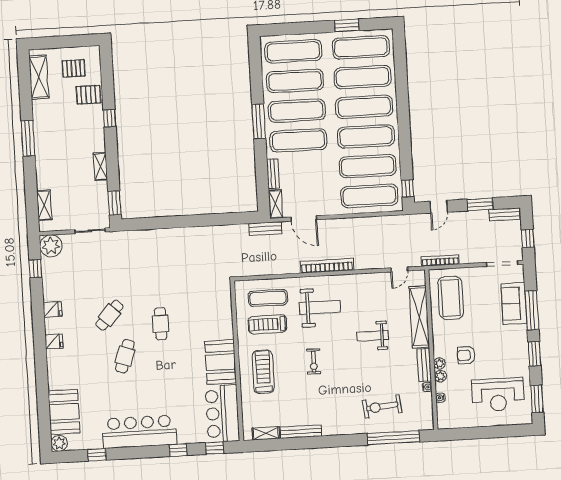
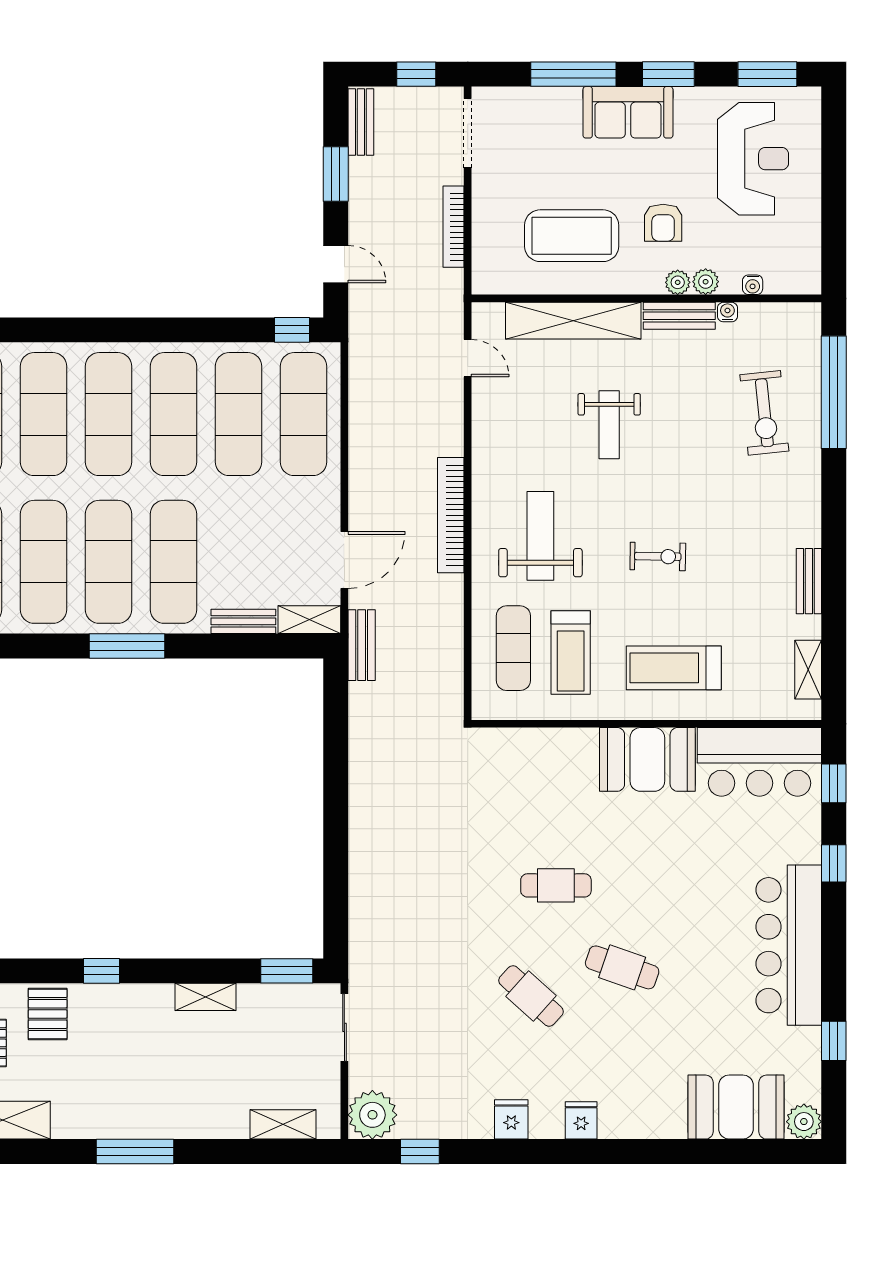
bookcase: (440, 261) -> (454, 227), moved
coffee table: (451, 298) -> (572, 236), moved
sofa: (514, 303) -> (628, 112), moved
bench: (301, 432) -> (809, 581), width x0.73

